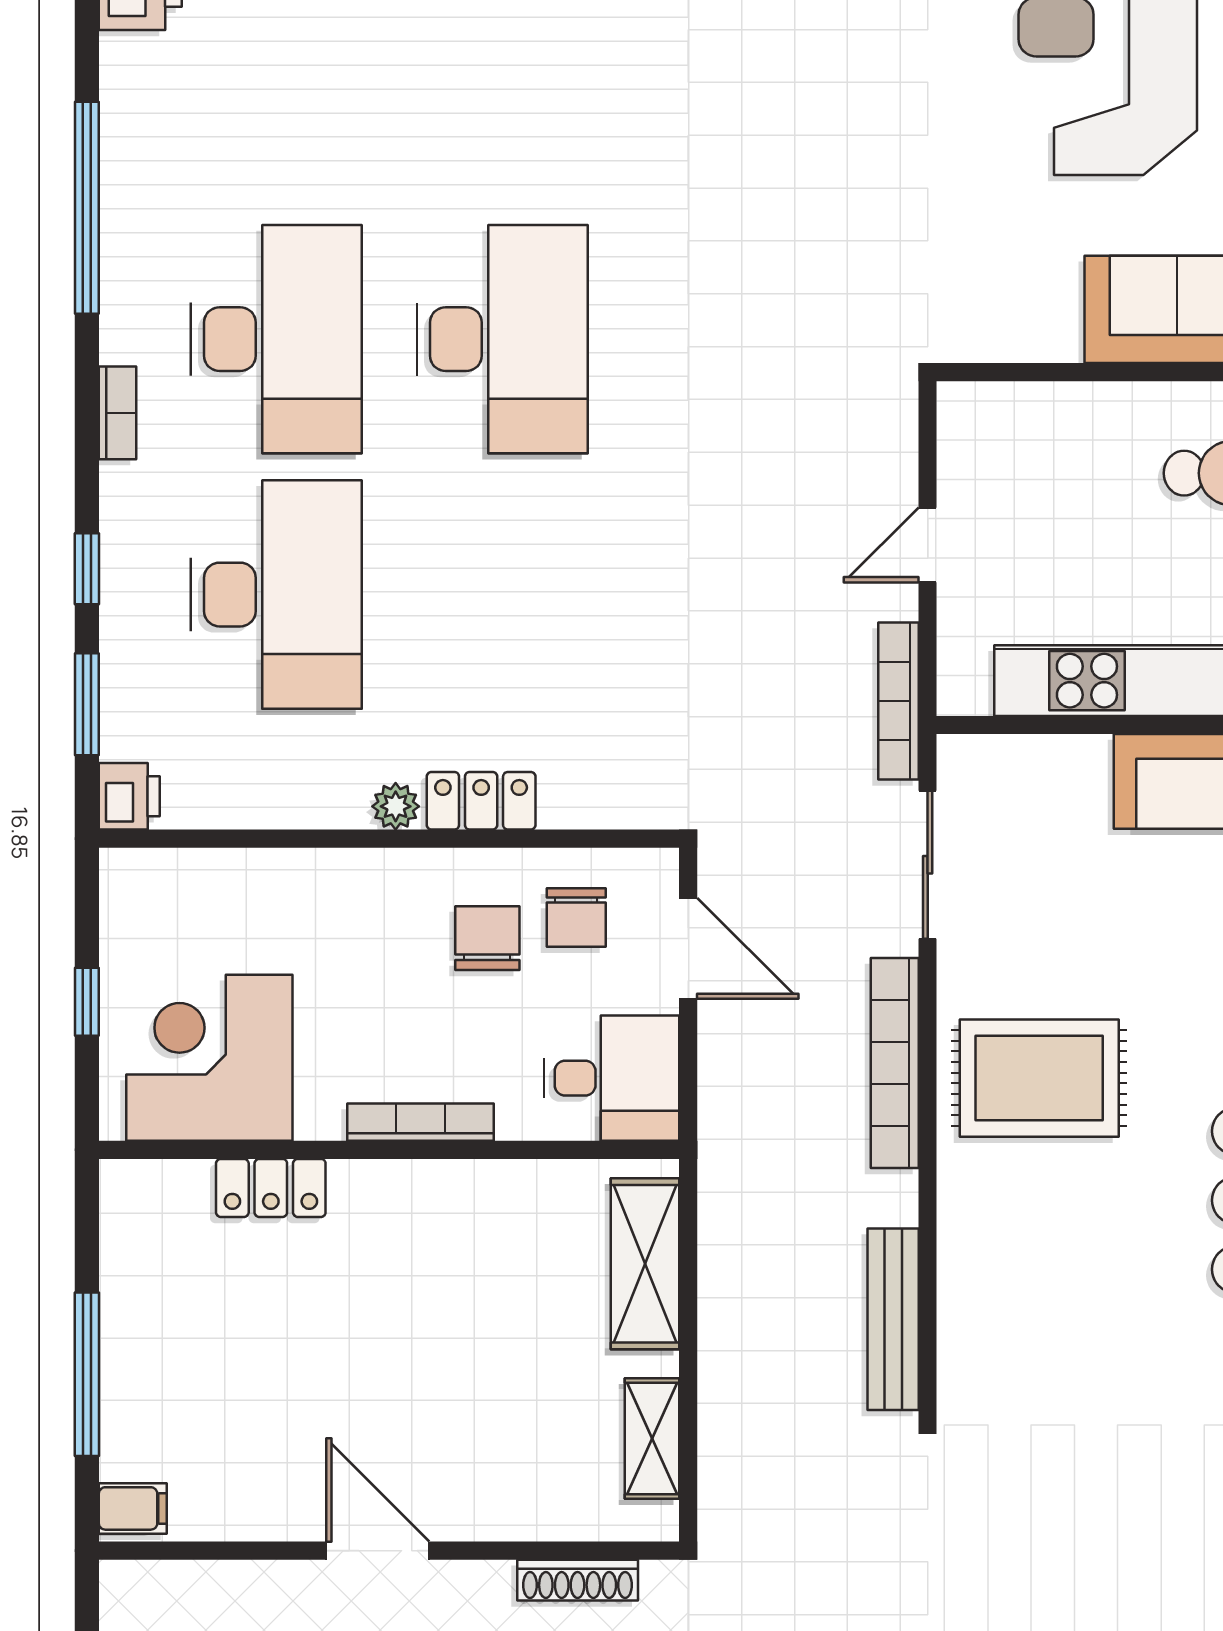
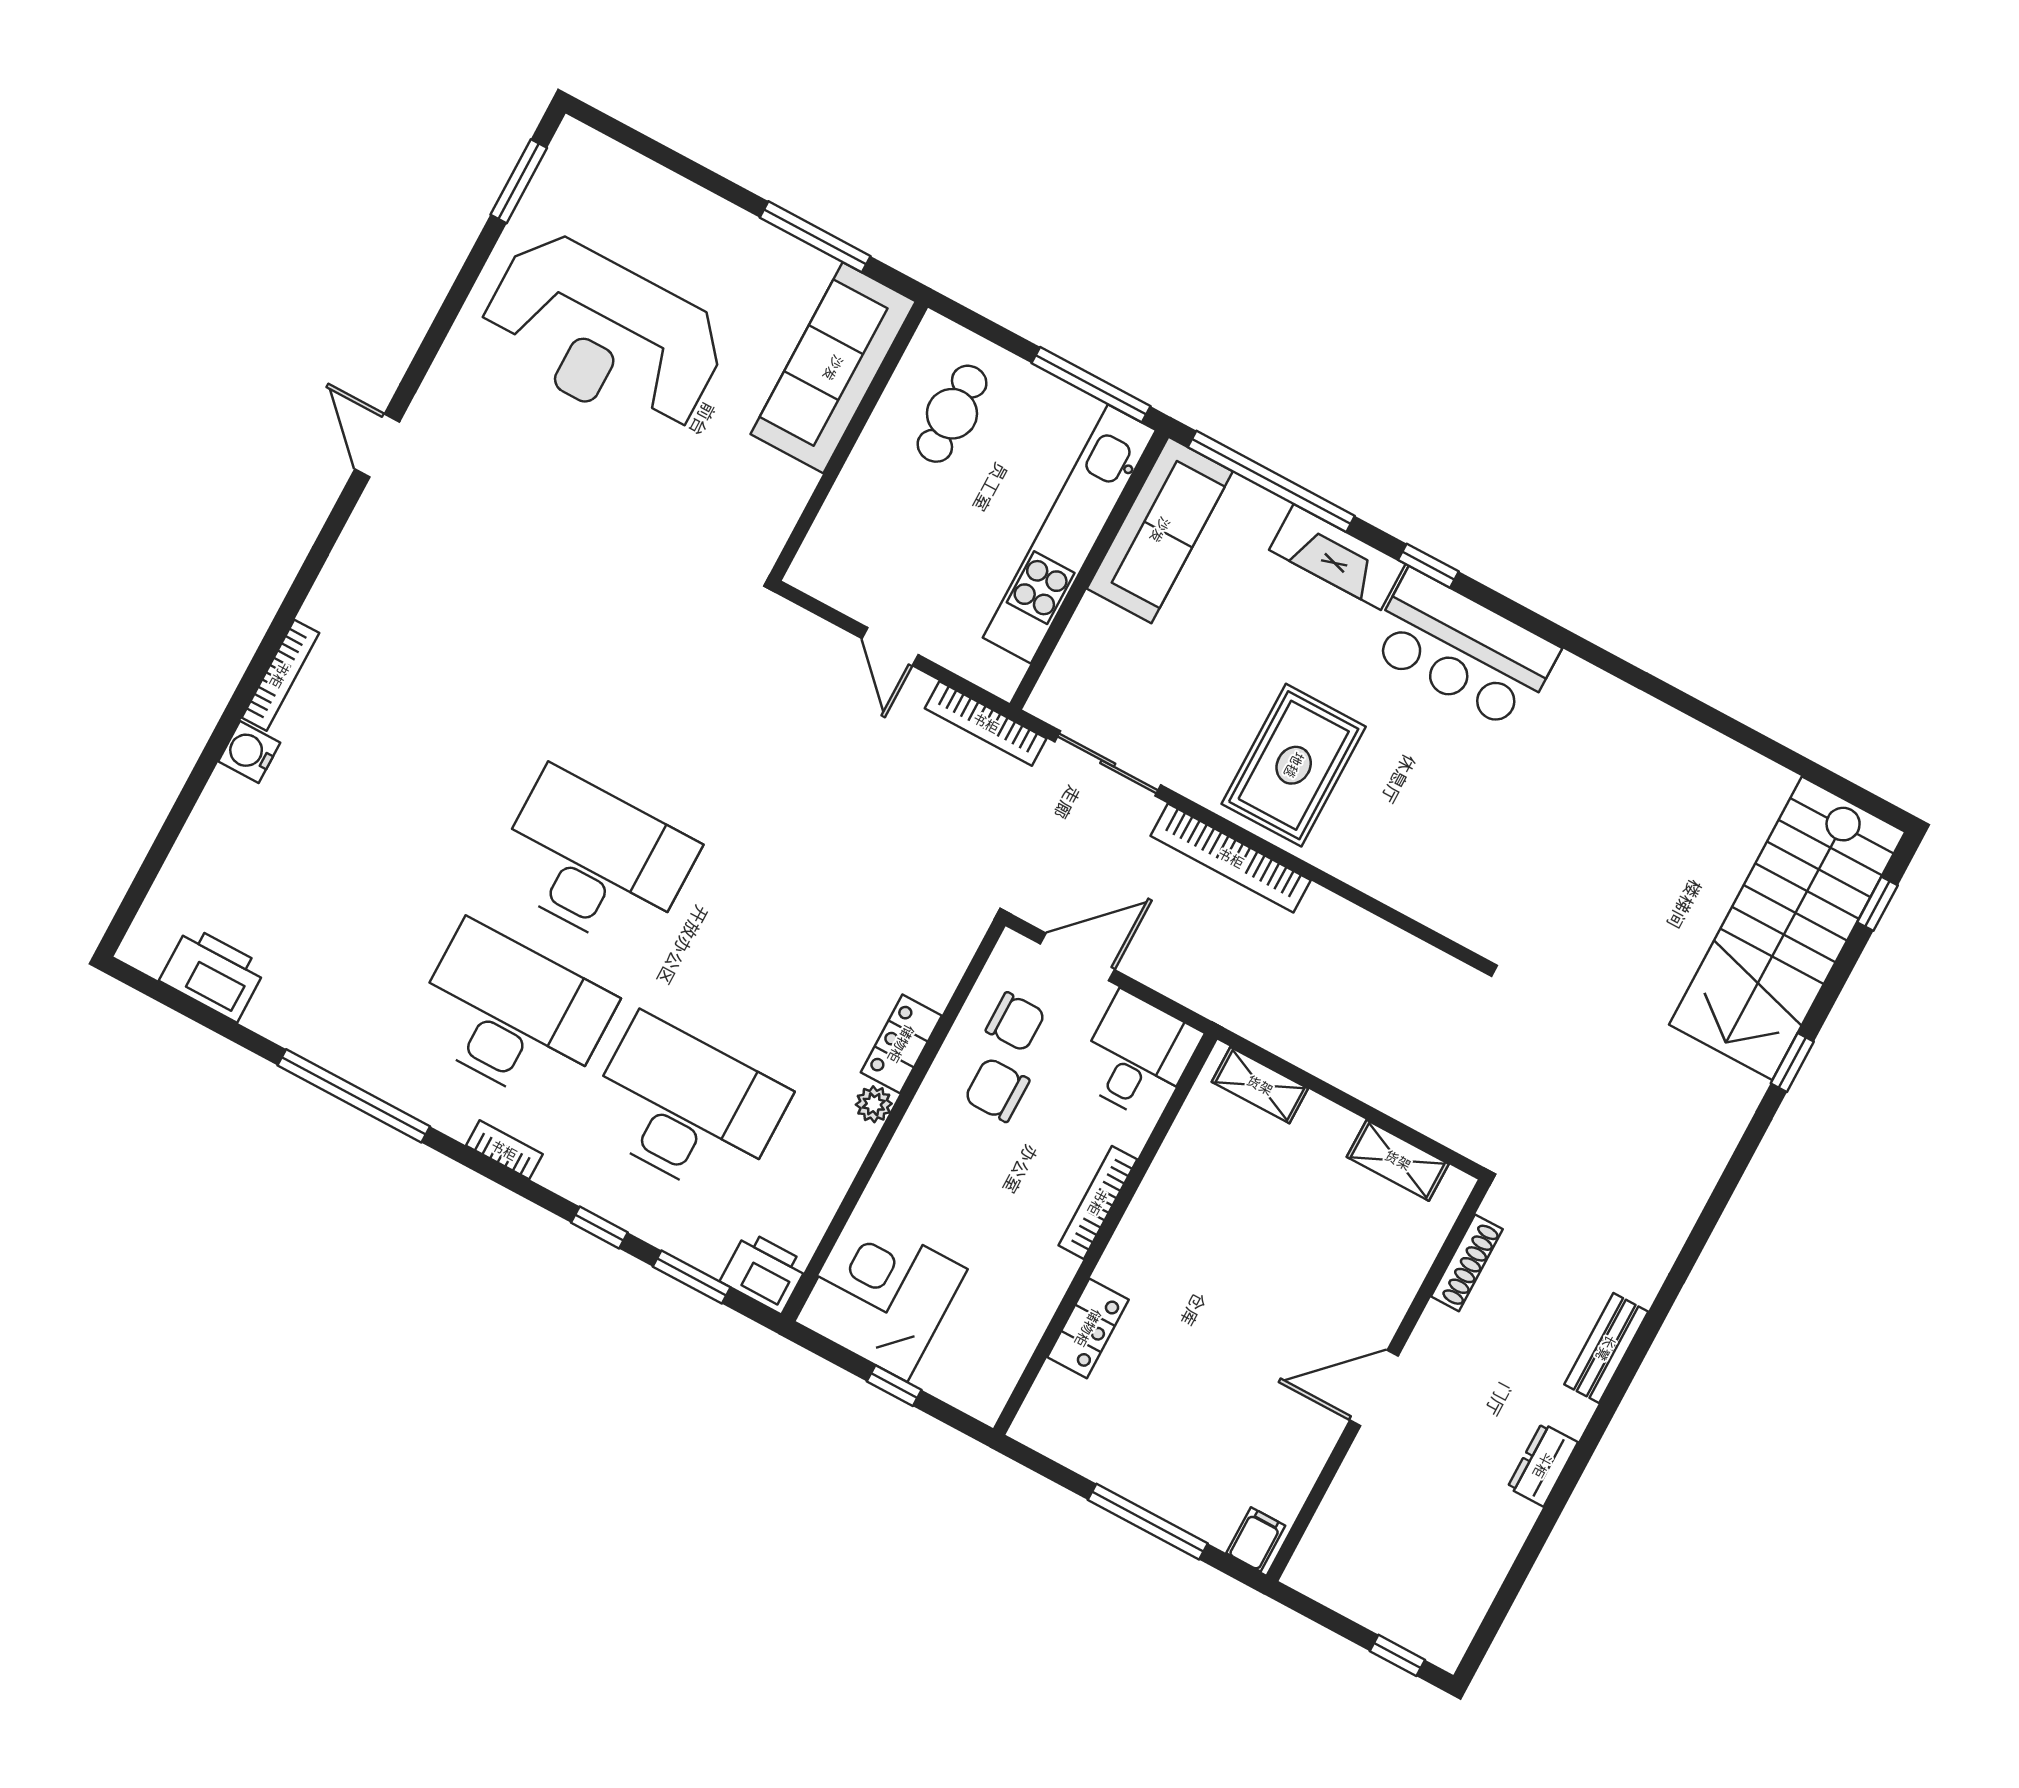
printer: (129, 796) -> (764, 1272), width x1.36, depth x1.24
corner desk: (209, 1058) -> (881, 1295), moved, turned 90
shelving: (645, 1264) -> (1260, 1085), width x0.67, depth x0.75
bench: (893, 1319) -> (1404, 953), removed

